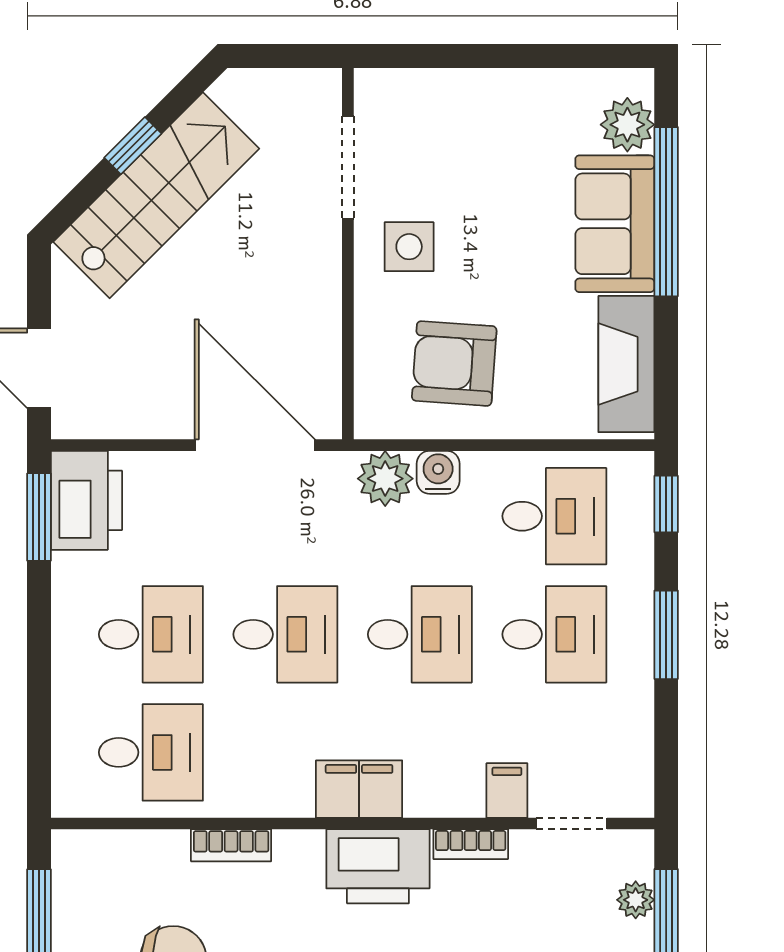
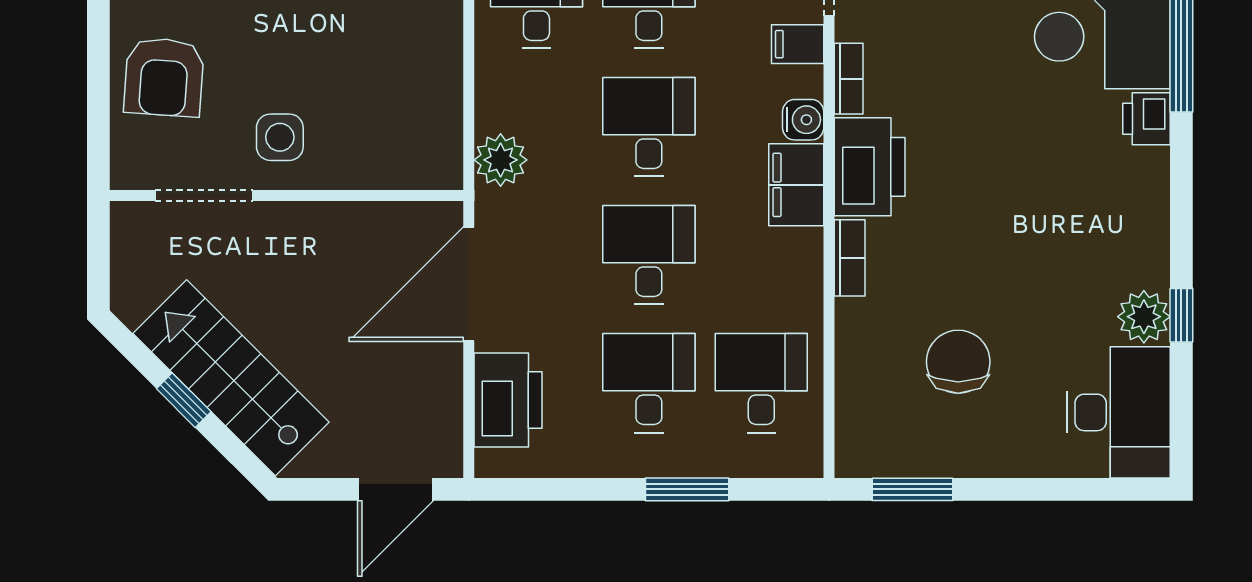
armchair: (454, 363) -> (164, 77), moved
water cooler: (438, 472) -> (803, 120), moved, turned 180
printer: (86, 500) -> (508, 400), moved, turned 90
window: (39, 517) -> (687, 489), moved
bookcase: (231, 845) -> (850, 258), moved

